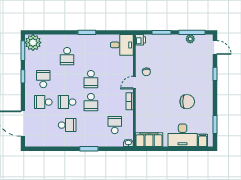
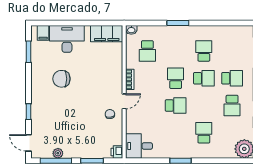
school desk: (91, 79) -> (176, 106), turned 90
school desk: (67, 125) -> (204, 51), turned 90

